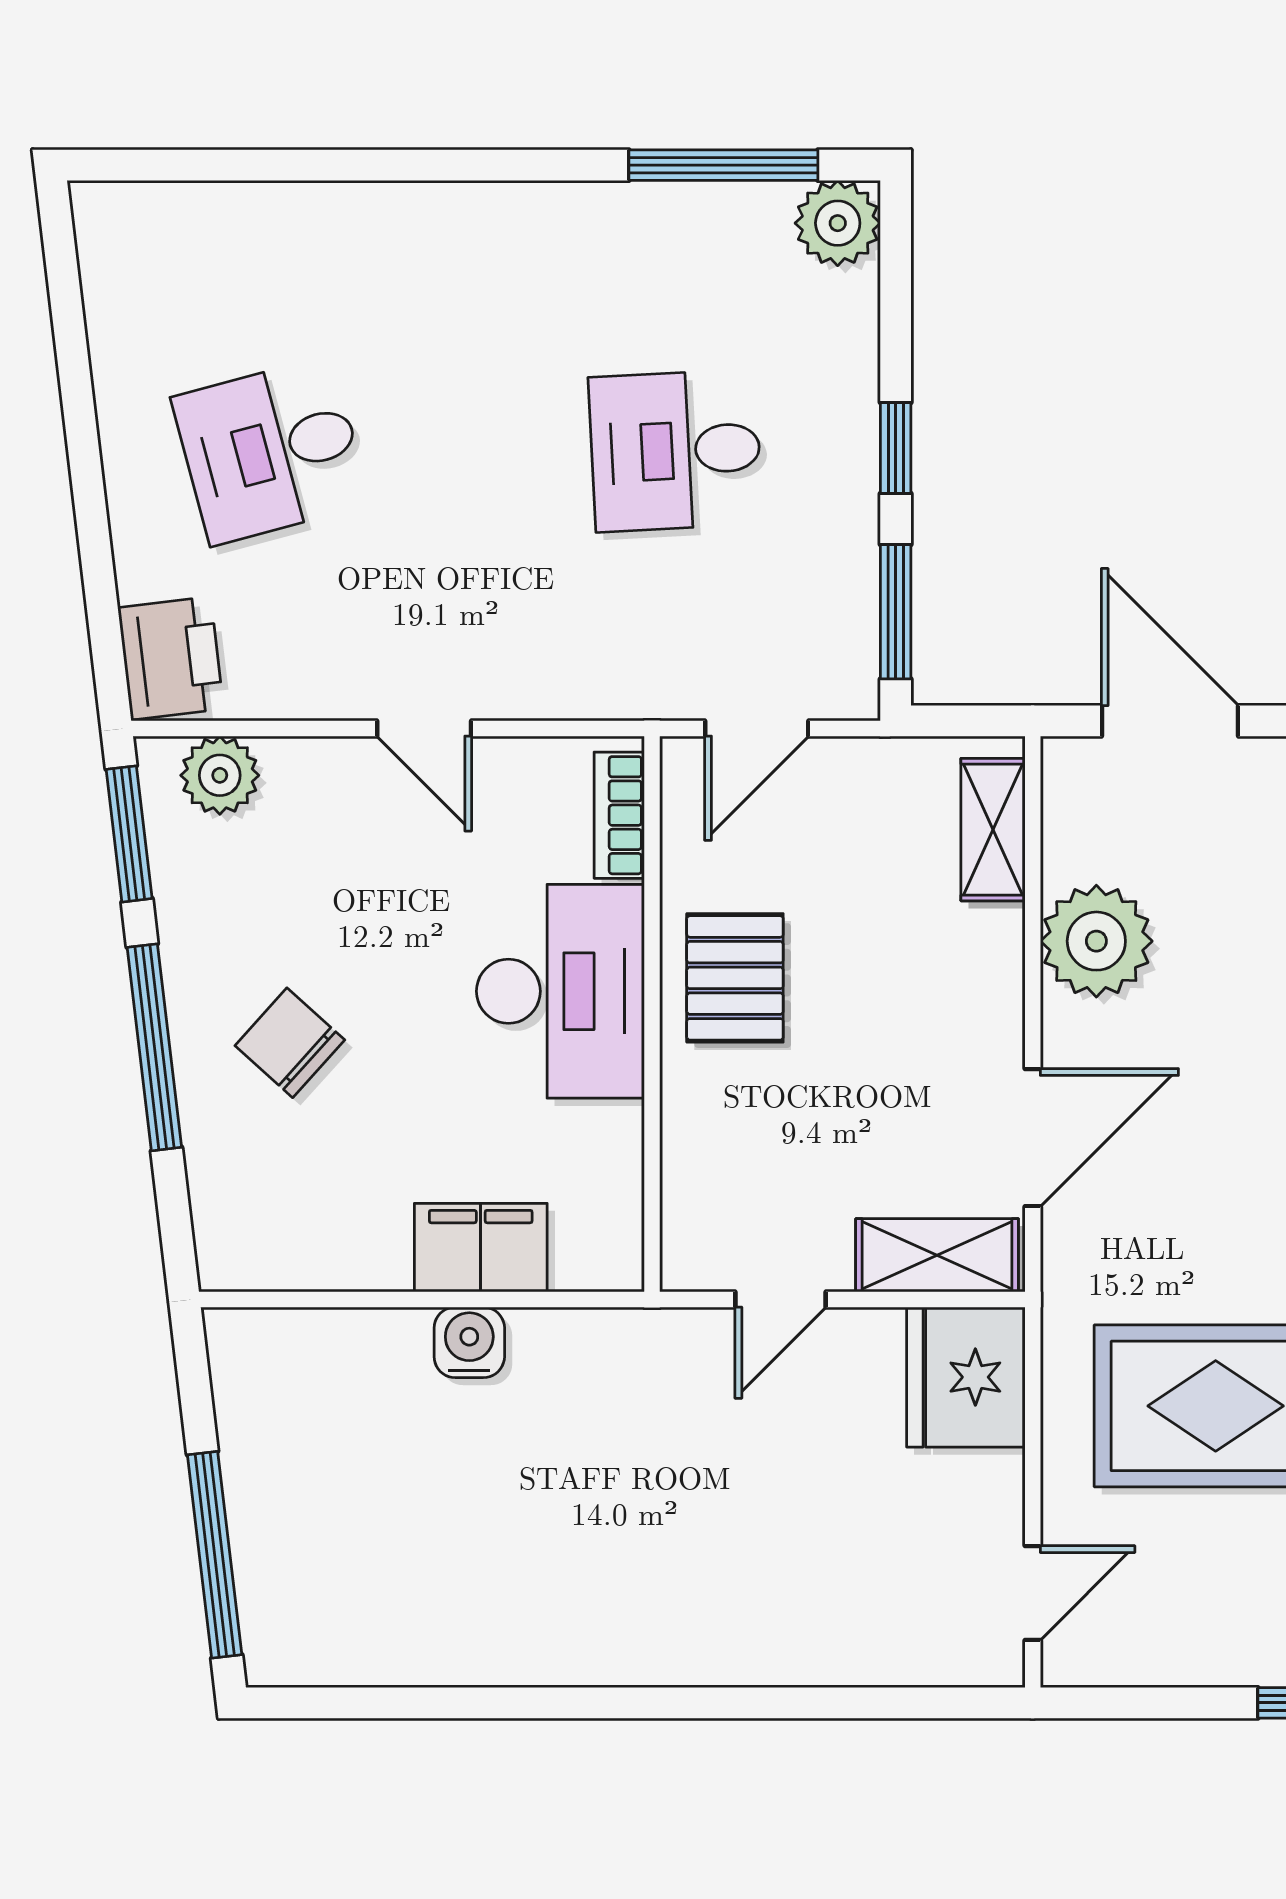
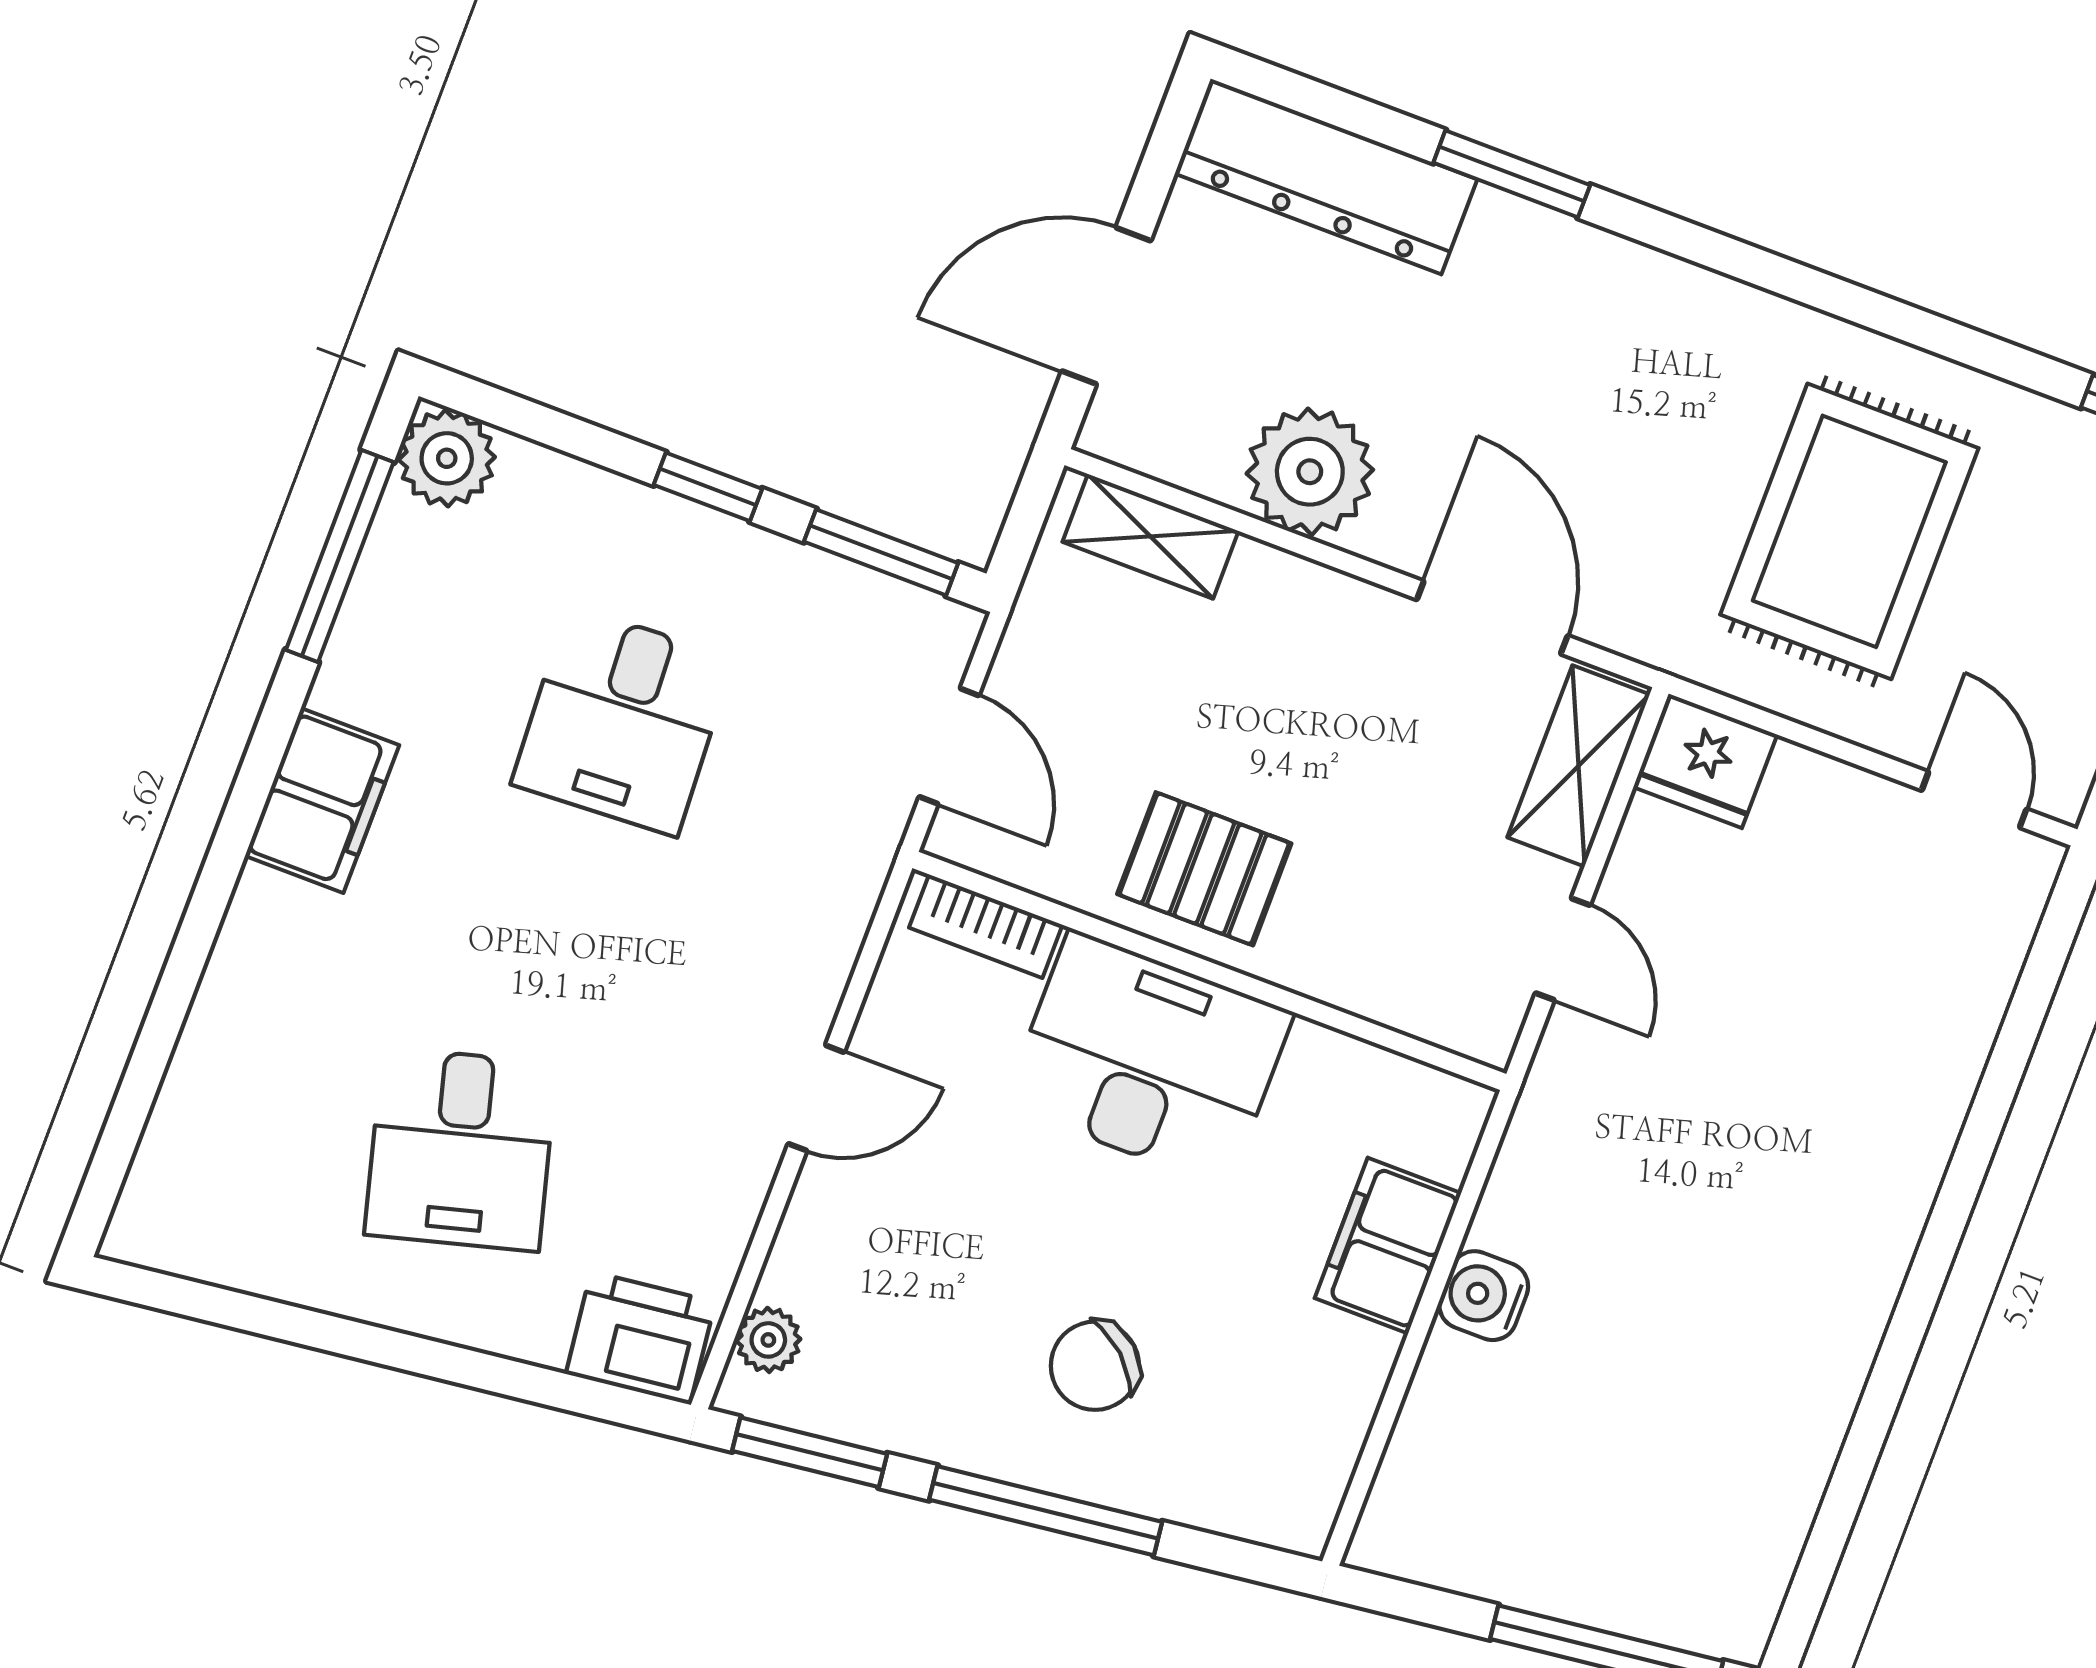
filing cabinet: (516, 227) -> (322, 800), added
plant: (220, 775) -> (768, 1340), width x0.73, depth x0.73
fridge: (966, 1377) -> (1705, 761), width x0.73, depth x0.75

